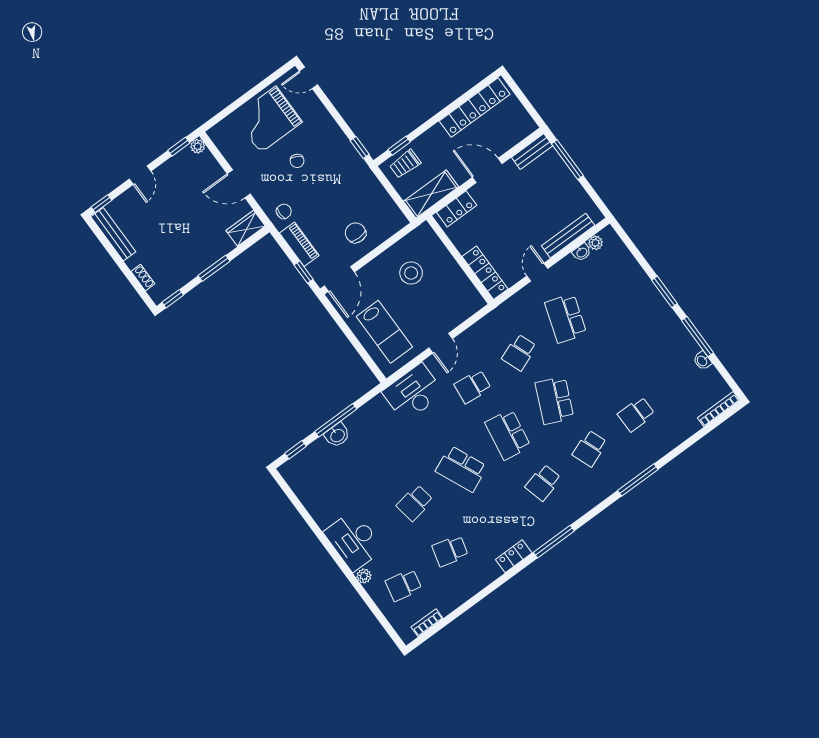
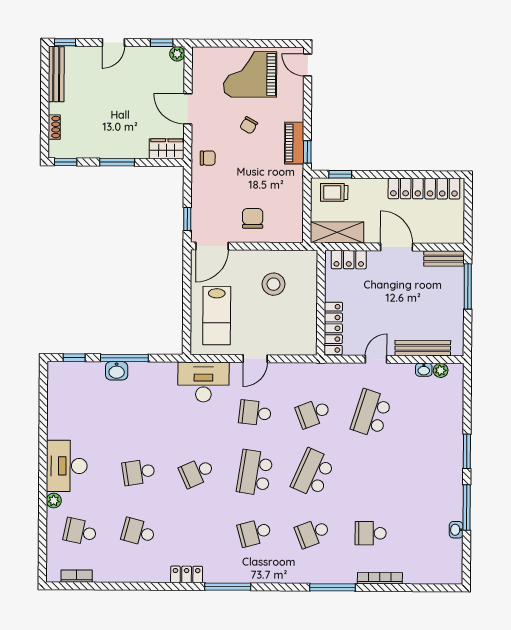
piano: (299, 244) -> (294, 143), moved, turned 180
bookcase: (719, 409) -> (380, 578), moved
school desk: (461, 469) -> (197, 472), width x0.54

